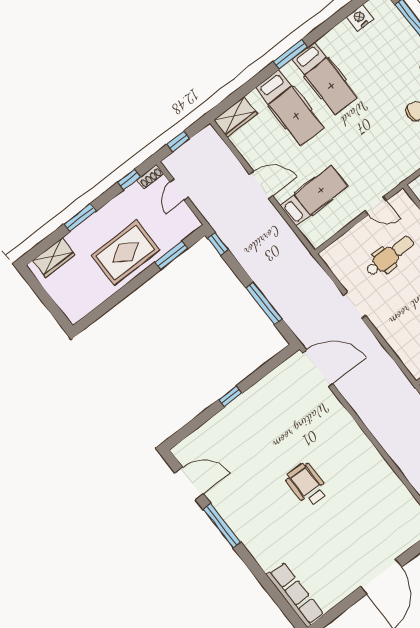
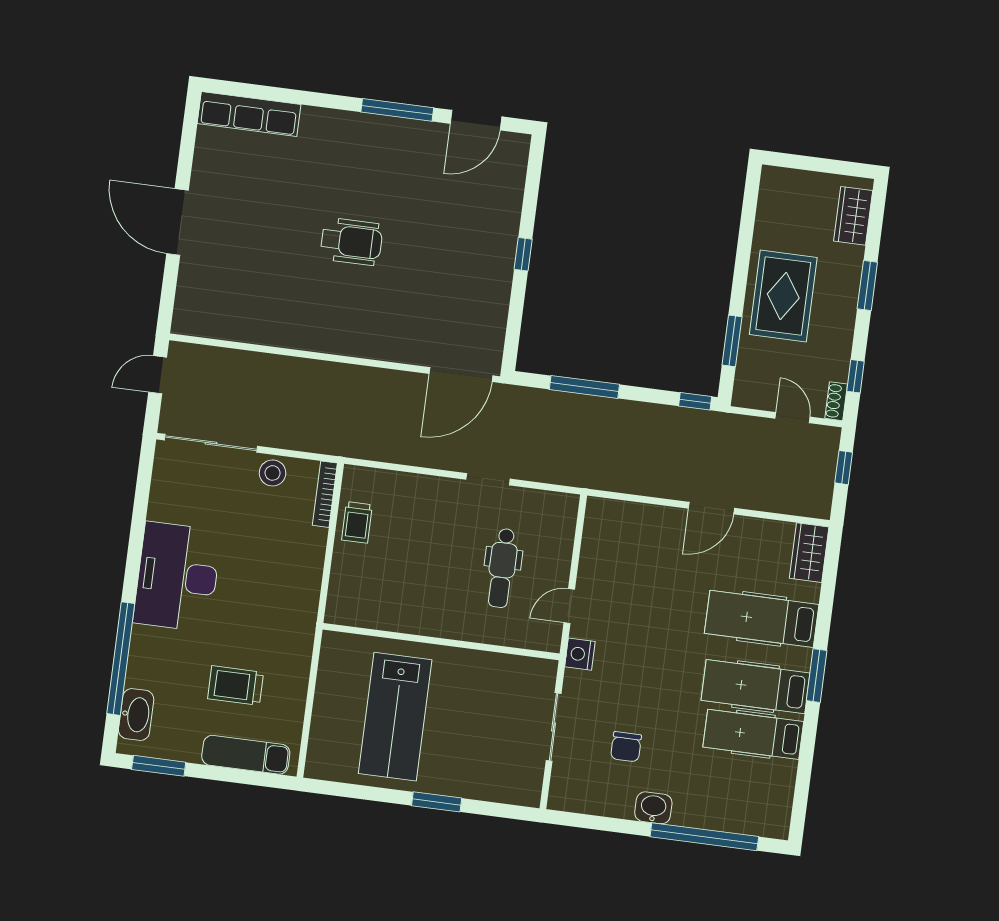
nightstand: (360, 18) -> (580, 654), moved, turned 180
hospital bed: (314, 196) -> (753, 734), moved, turned 90

